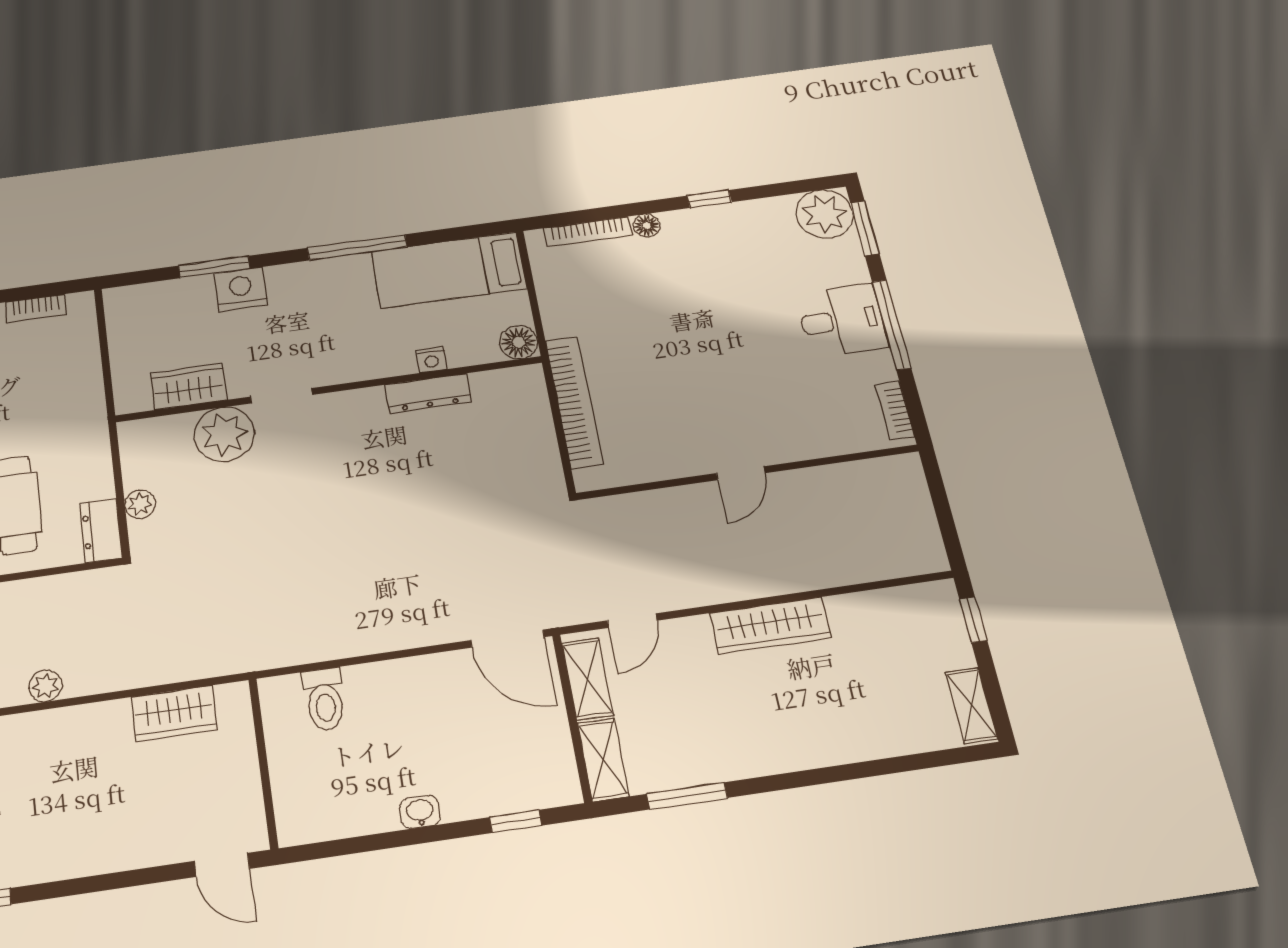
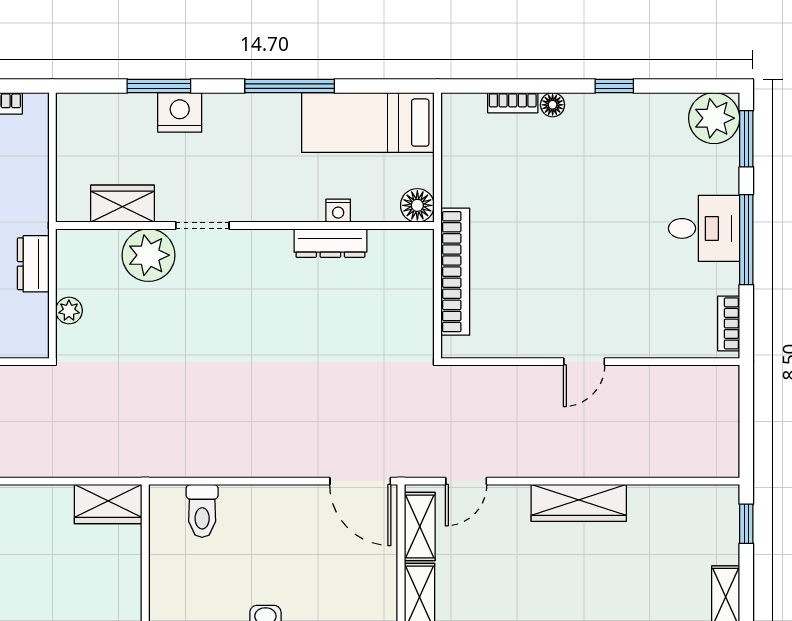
bookcase: (588, 232) -> (513, 103), width x0.64
dresser: (101, 531) -> (33, 264), moved
wardrobe: (174, 713) -> (108, 504), moved

